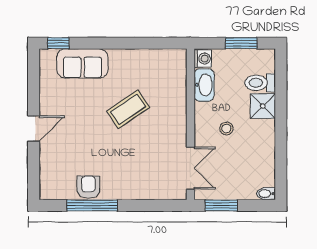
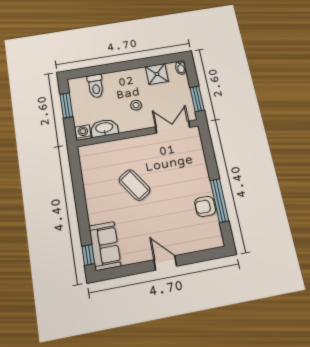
sofa: (82, 63) -> (105, 246), moved
shower: (263, 106) -> (157, 74), moved

